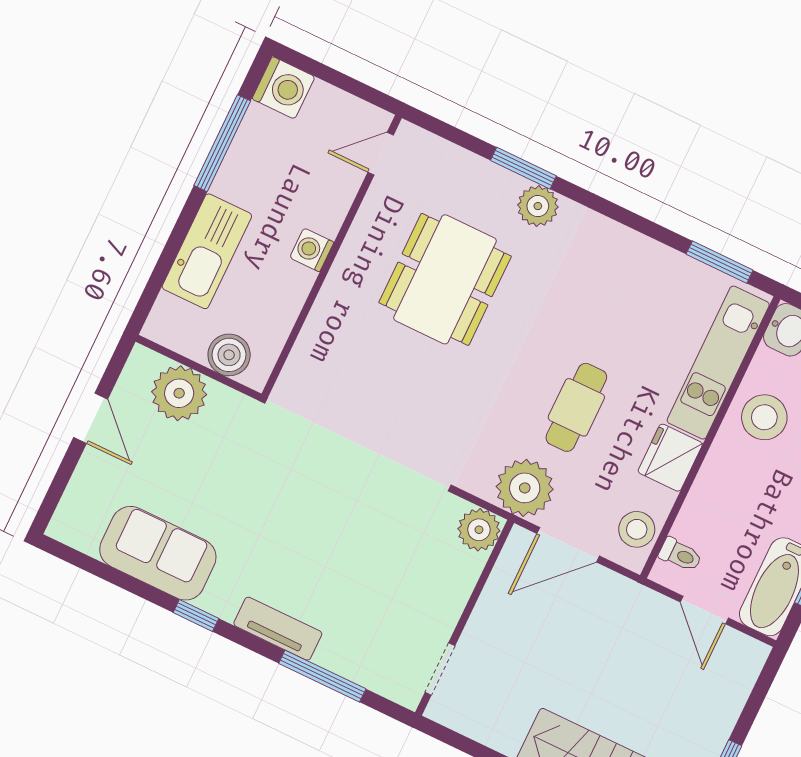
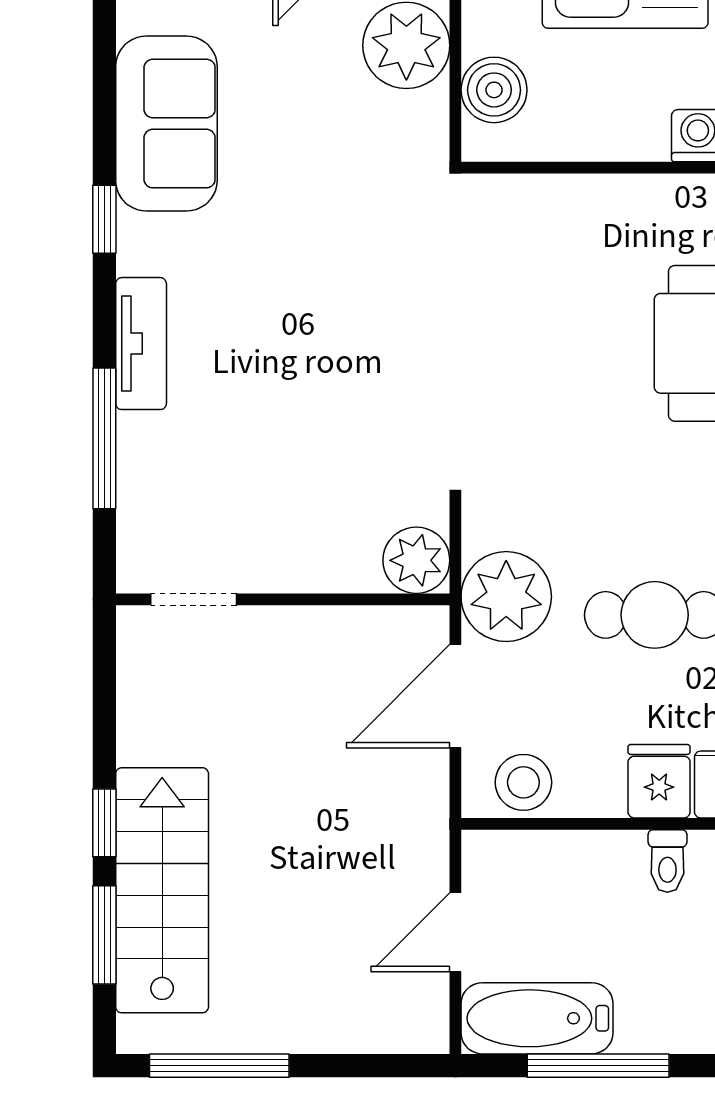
fridge: (670, 458) -> (659, 781), width x0.72
door: (568, 545) -> (455, 696), hinge flipped
toilet: (680, 555) -> (667, 861), moved

